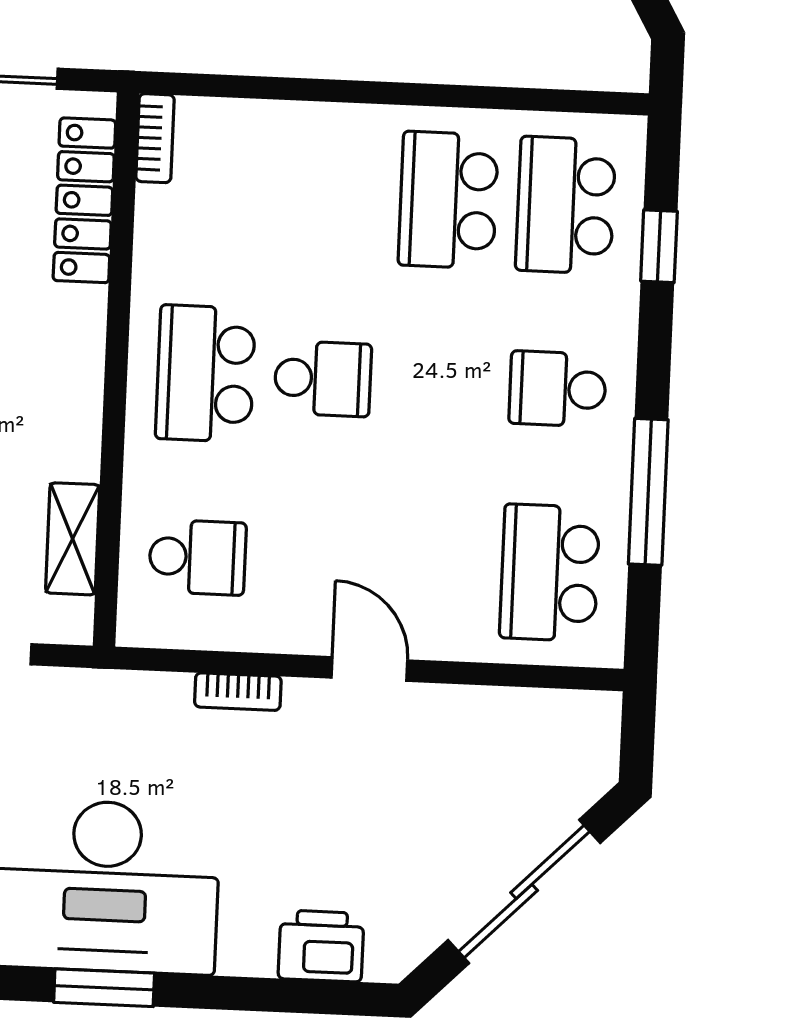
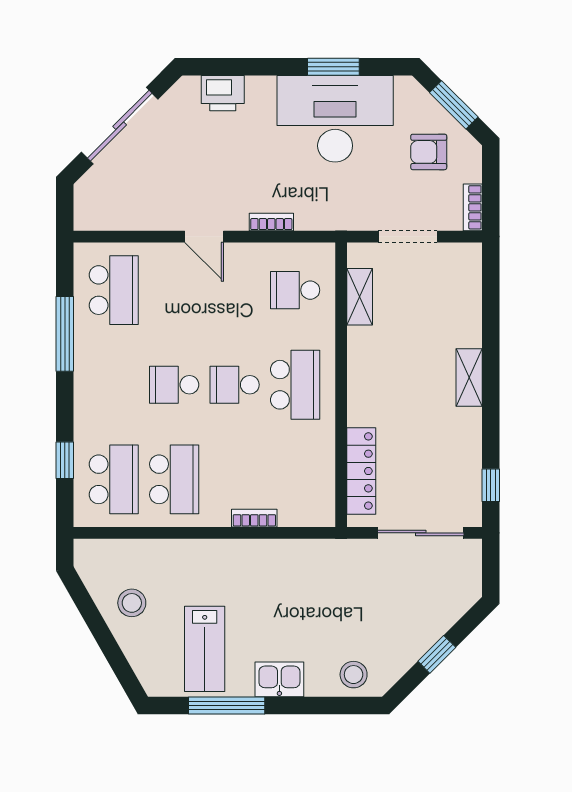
bookcase: (155, 138) -> (254, 518), moved, turned 90
school desk: (558, 389) -> (174, 385), moved, turned 180

